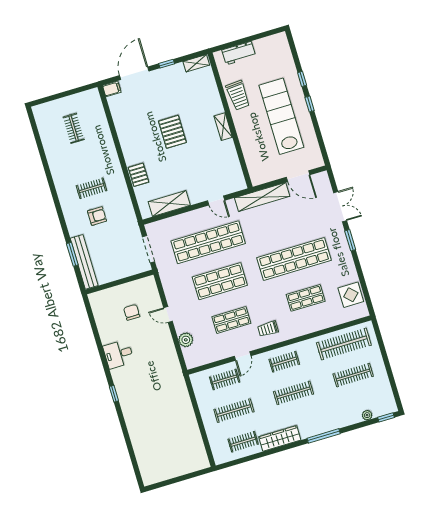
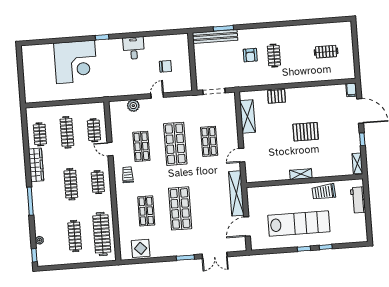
shop shelf: (208, 242) -> (209, 141), width x0.50, depth x0.74
shop shelf: (294, 259) -> (180, 208), width x0.71
corner desk: (149, 419) -> (75, 62), added

